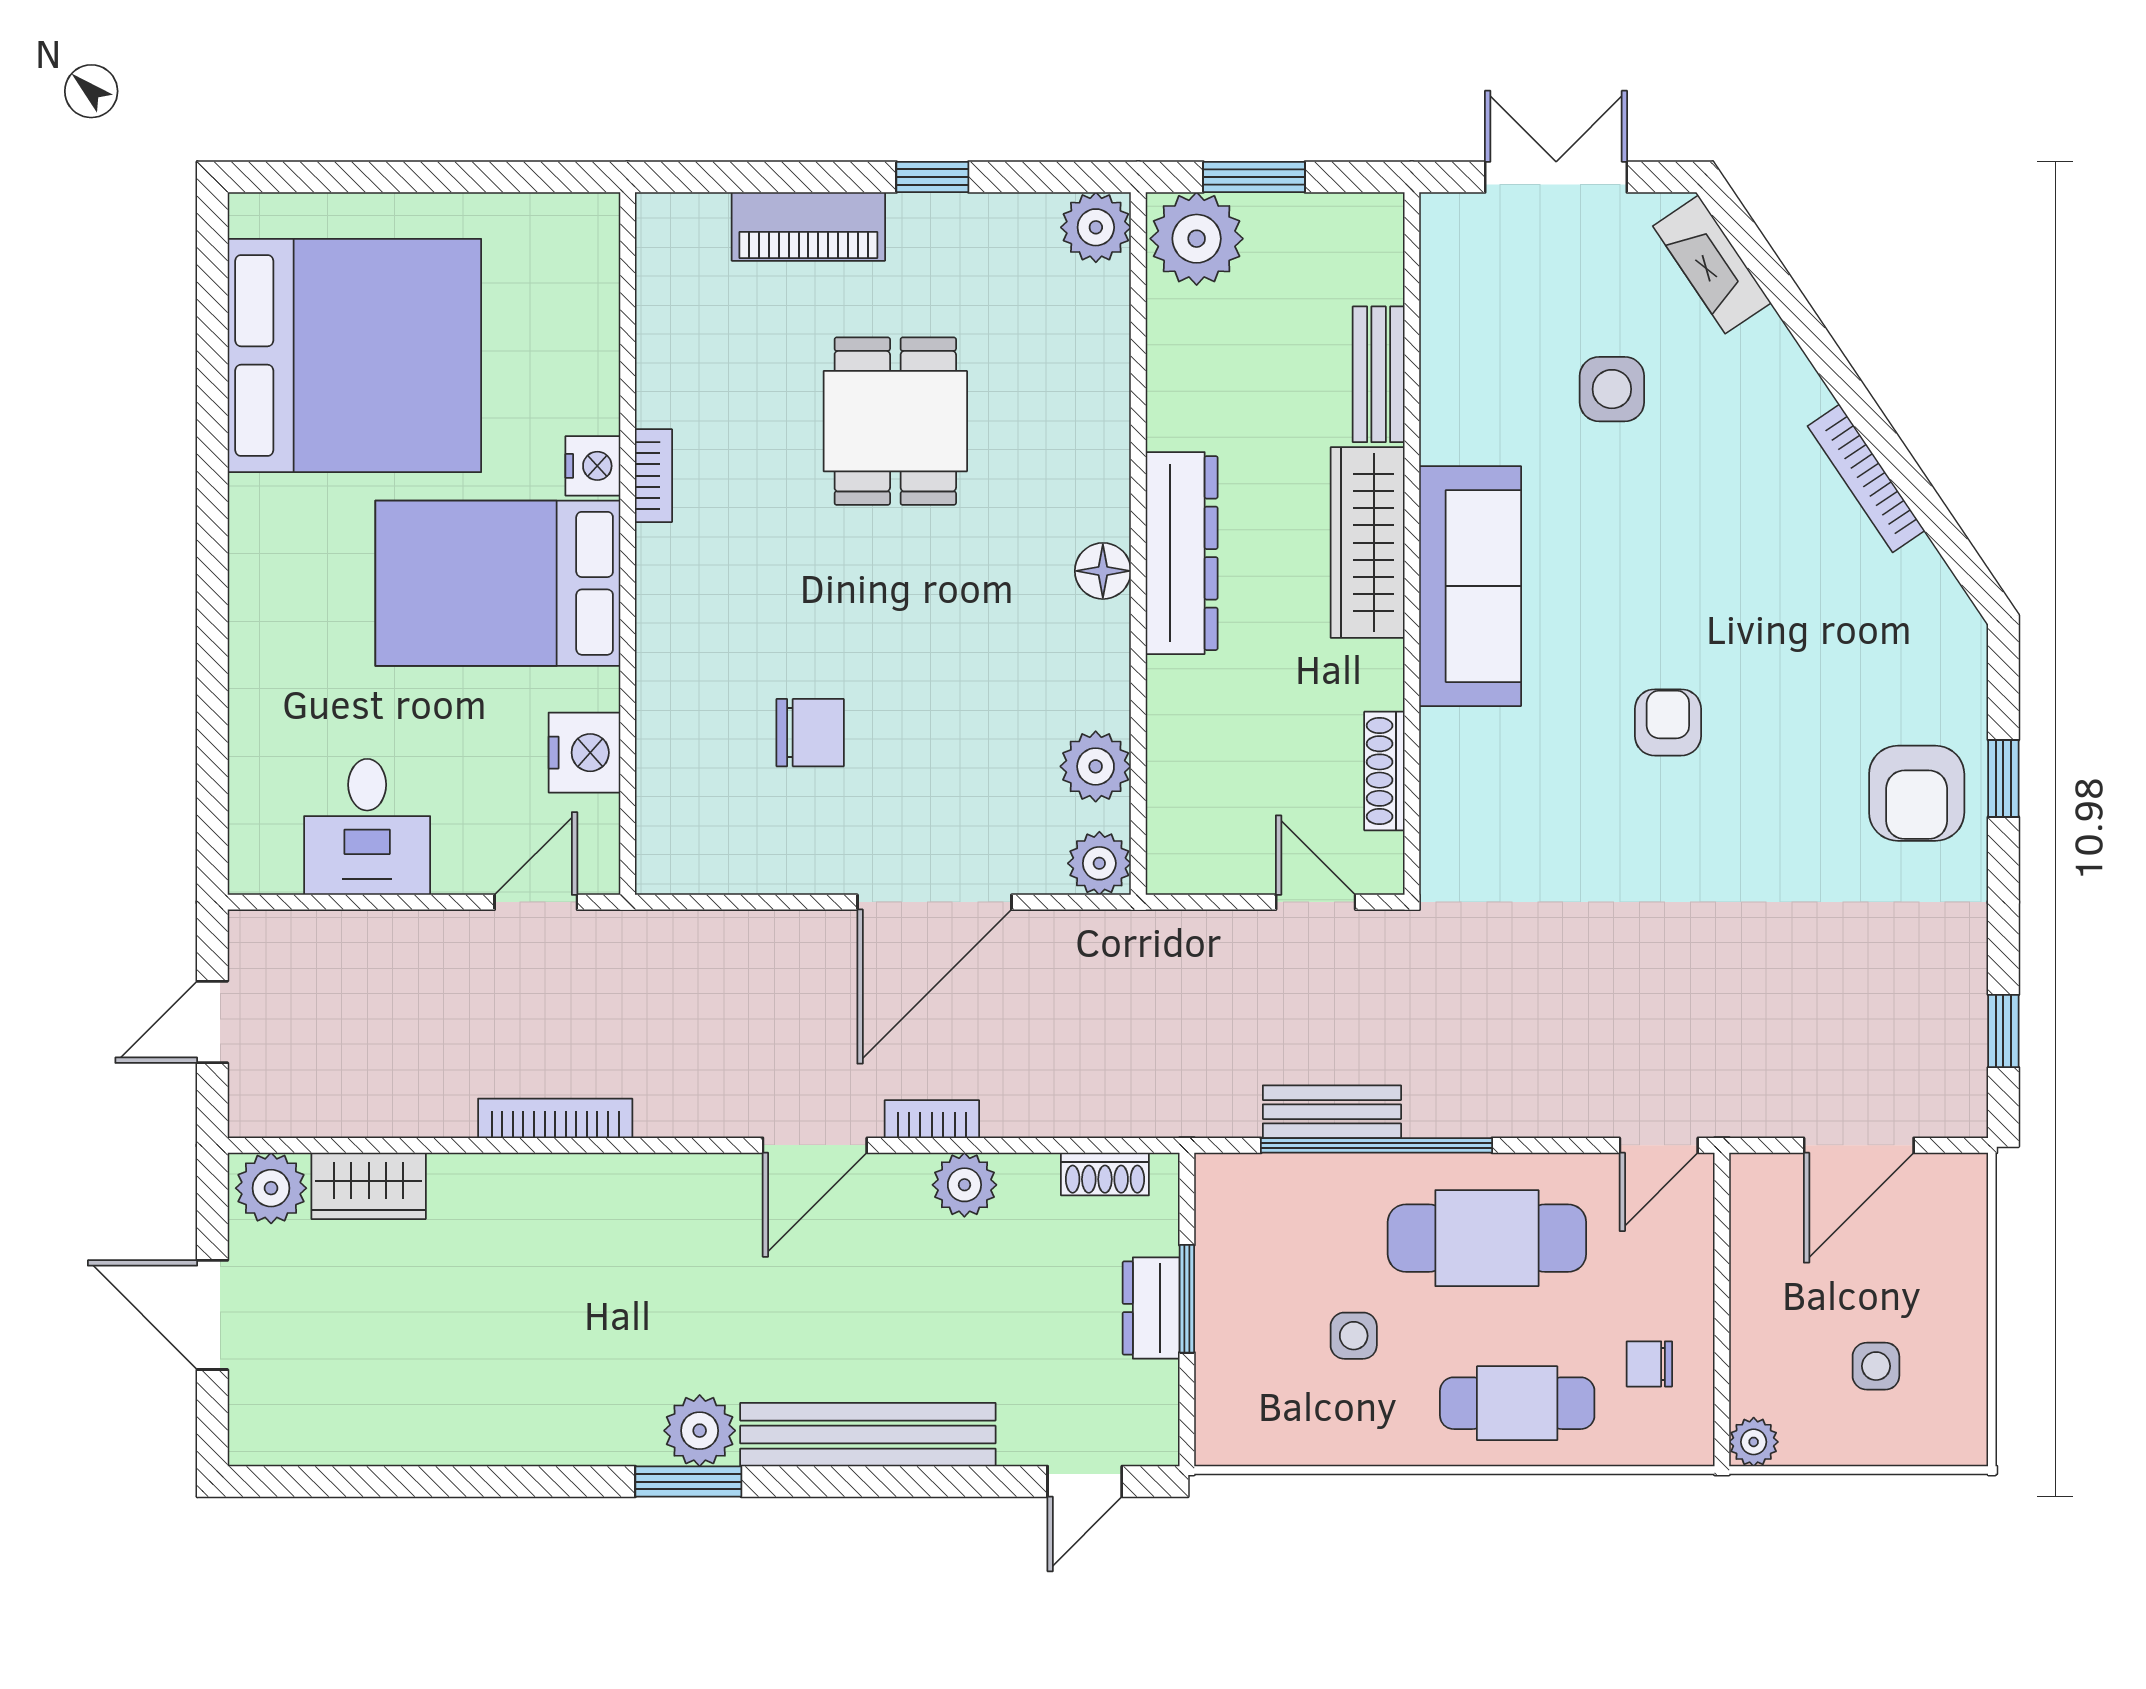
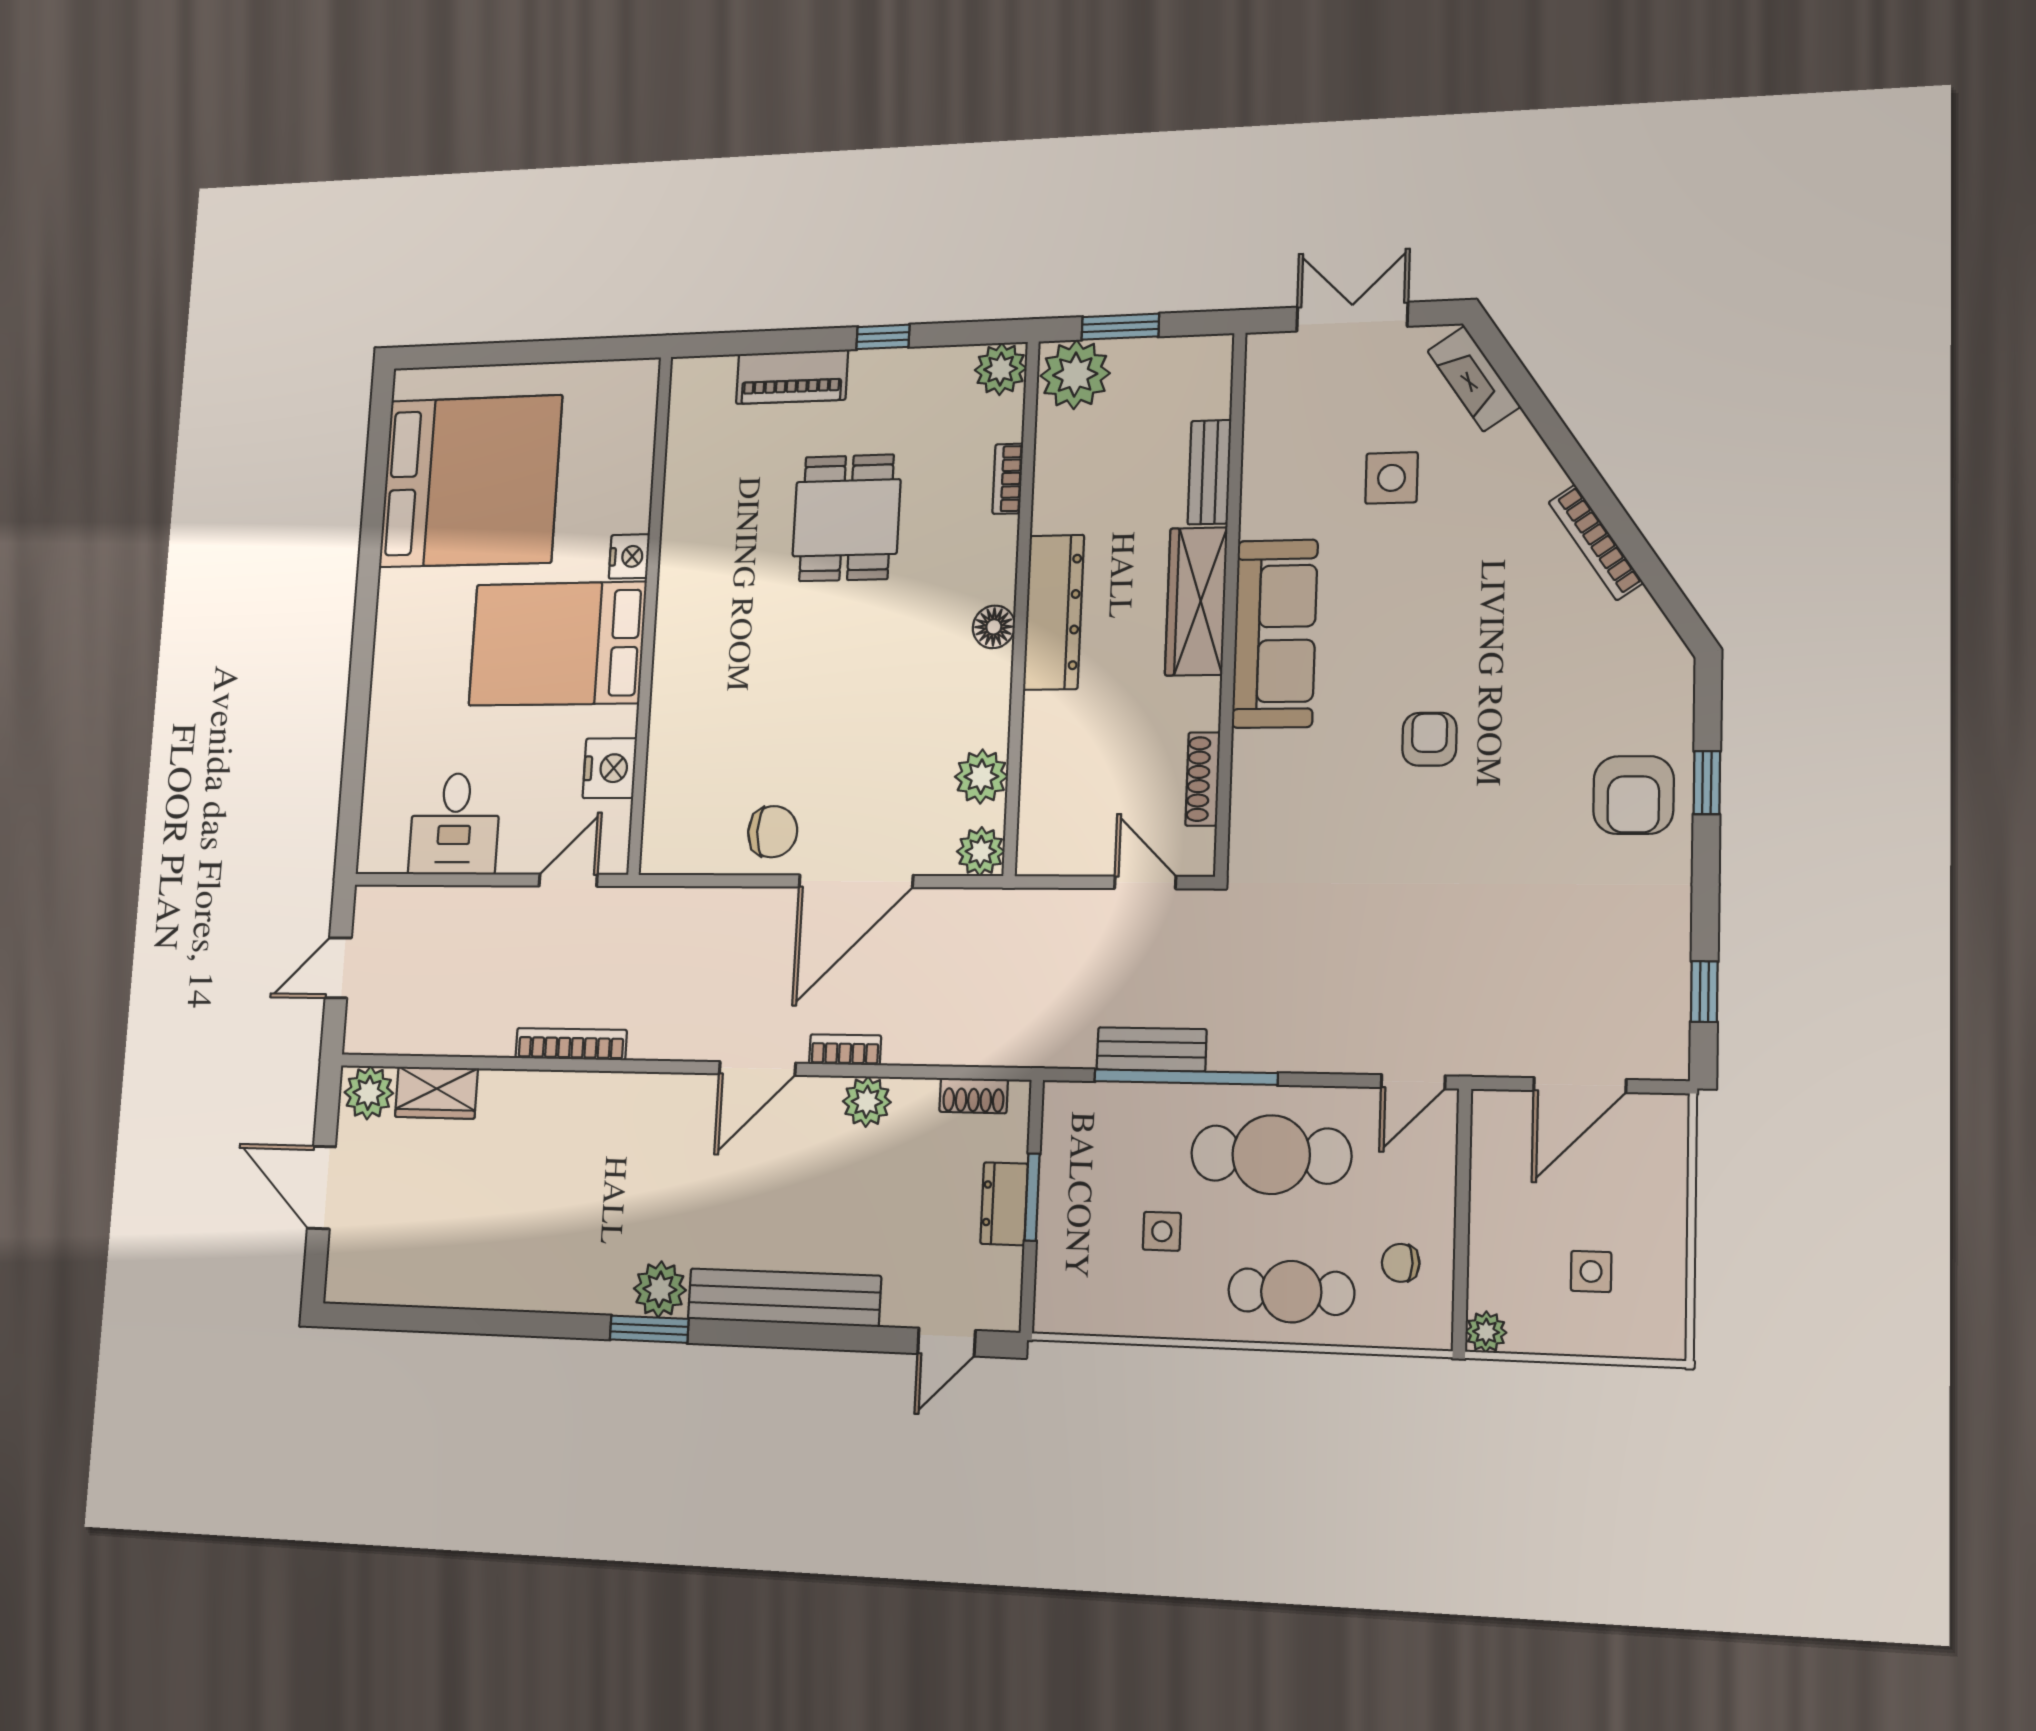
bookcase: (654, 476) -> (1008, 479), moved, turned 180
chair: (810, 733) -> (773, 832), moved

